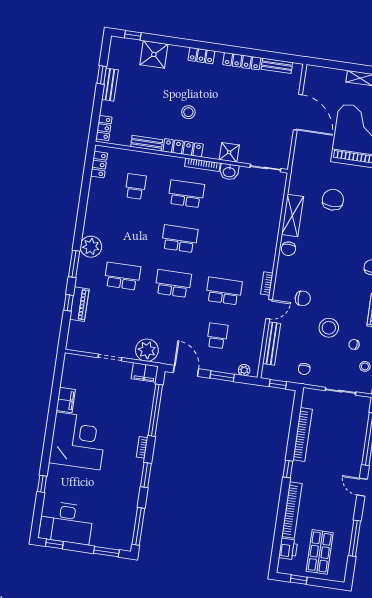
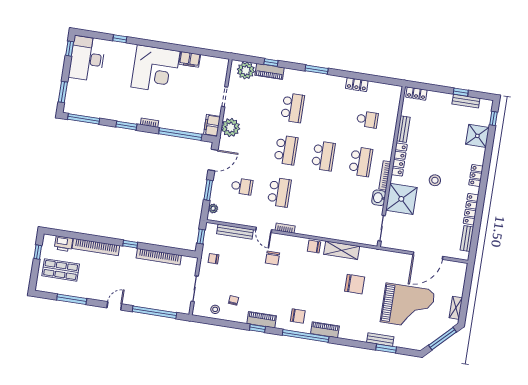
bench: (110, 85) -> (466, 101), moved
stool: (188, 112) -> (435, 180), moved
shower: (229, 152) -> (401, 199), width x1.86, depth x1.86
locker: (99, 165) -> (357, 85), moved
plant: (91, 247) -> (246, 70), moved
window: (74, 264) -> (317, 70), moved
stool: (329, 328) -> (248, 280), removed

